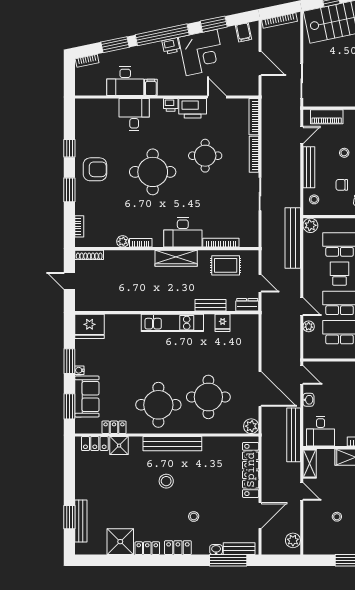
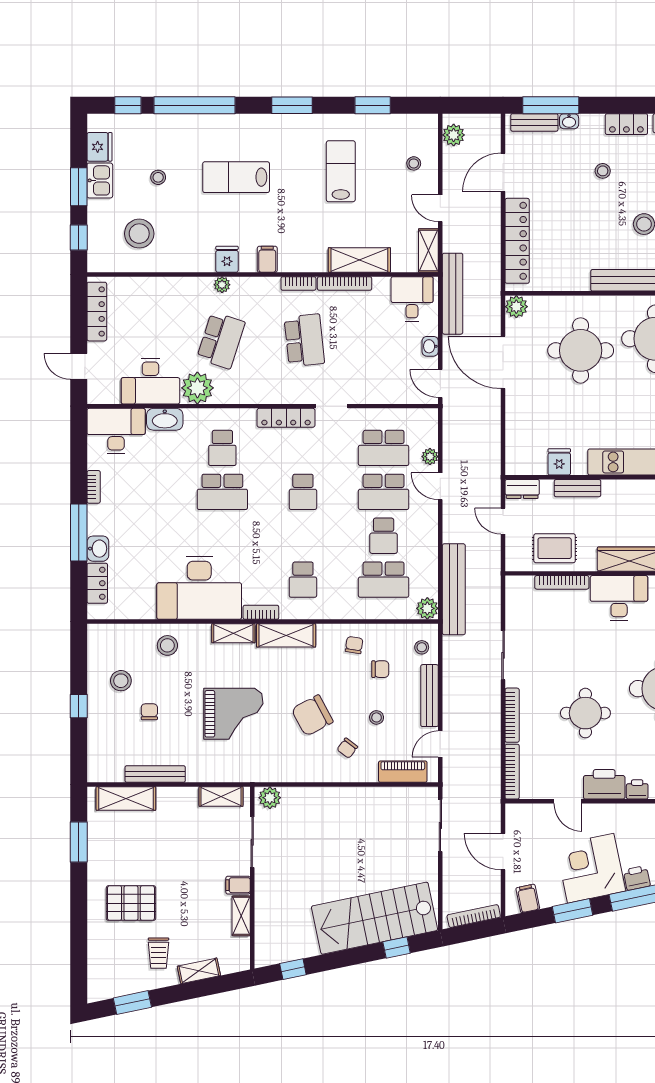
stool: (337, 517) -> (414, 163), moved

